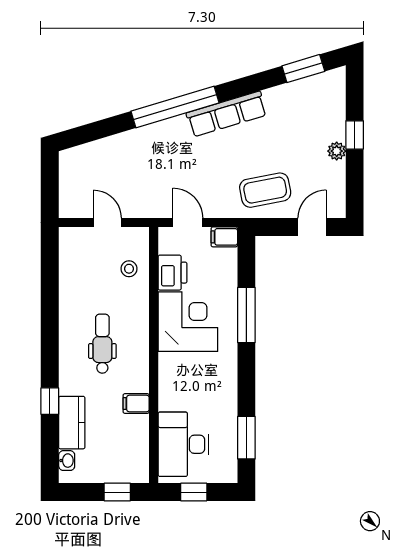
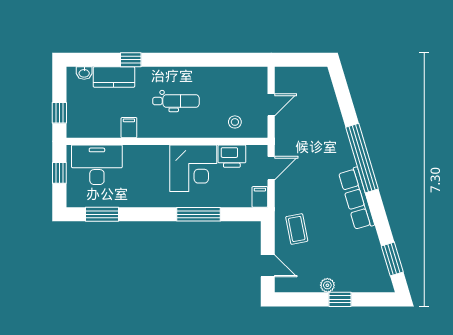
coffee table: (265, 190) -> (297, 229), width x0.73, depth x0.77

